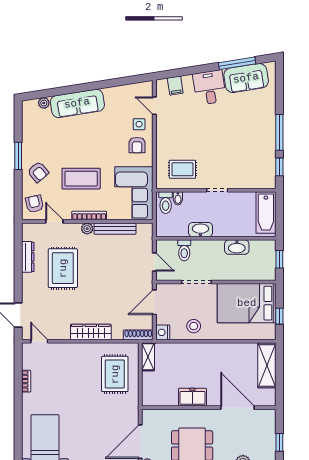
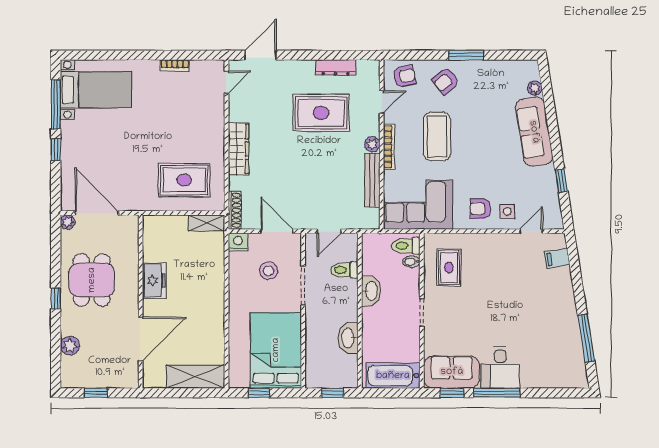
sofa: (246, 78) -> (452, 372), moved, turned 99
window: (115, 82) -> (561, 181), added
desk: (210, 87) -> (500, 367), moved, turned 99
stool: (194, 326) -> (269, 271), moved

